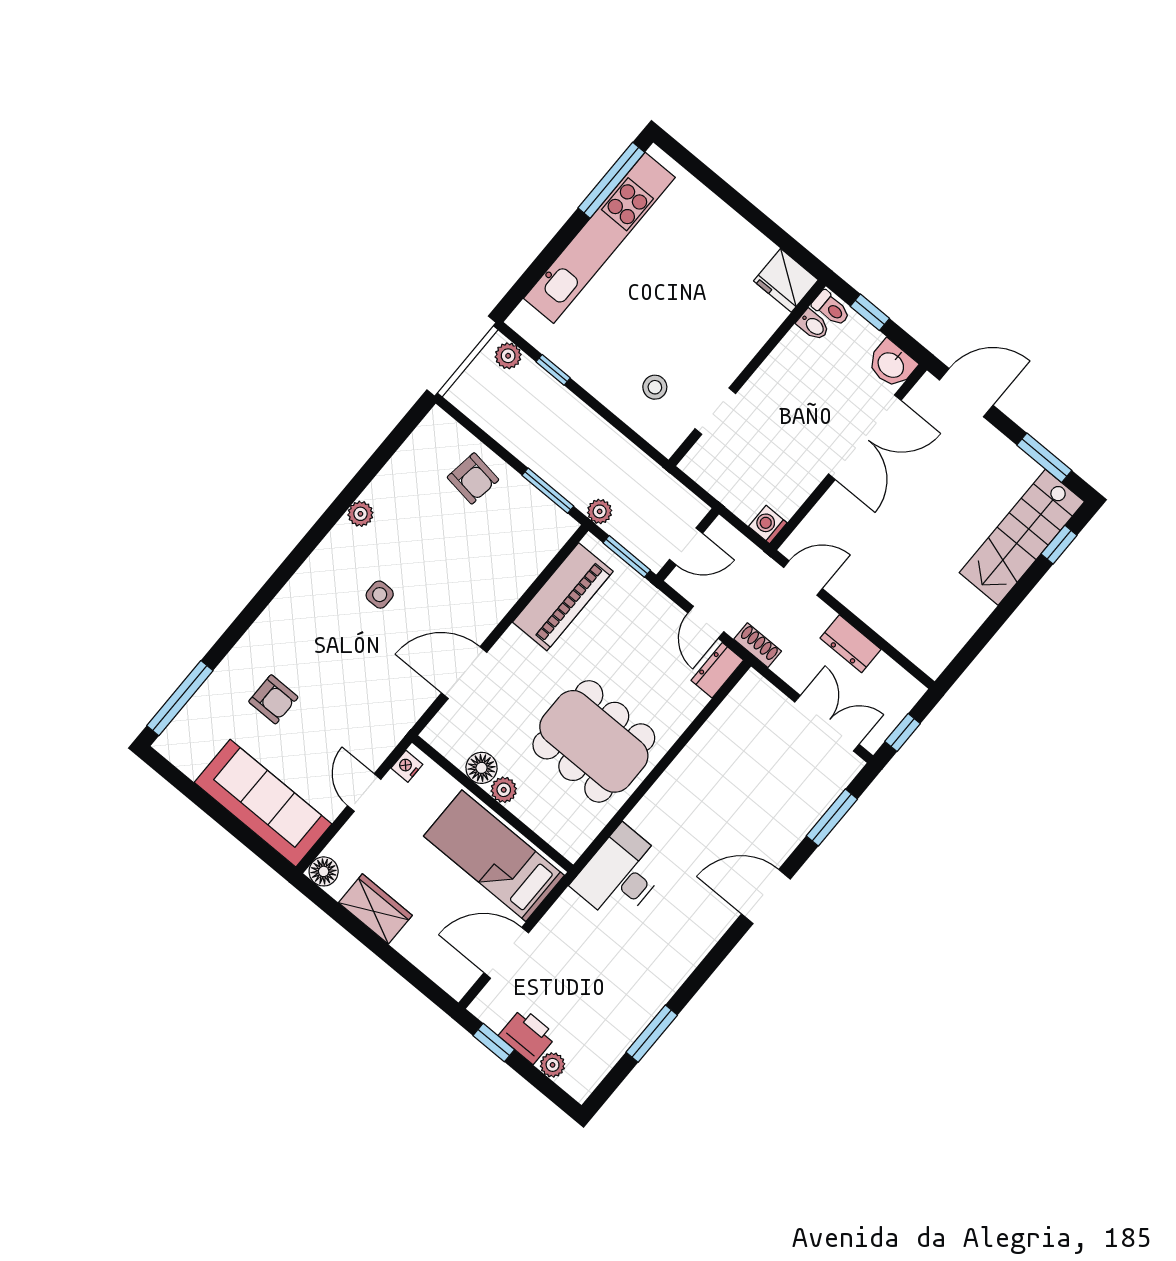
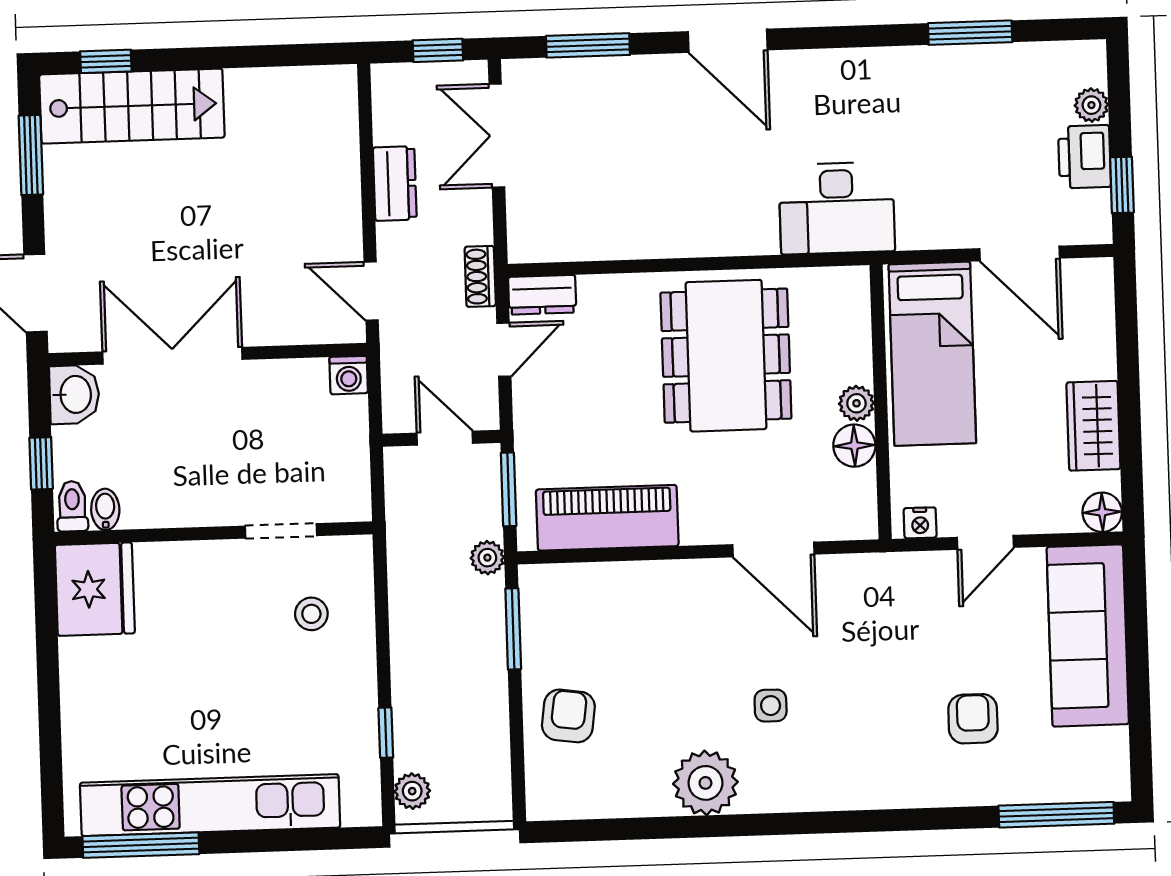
fridge: (786, 280) -> (95, 589), width x1.36, depth x1.34
plant: (360, 514) -> (705, 783), width x1.88, depth x1.88

